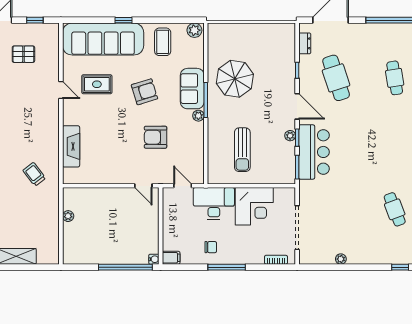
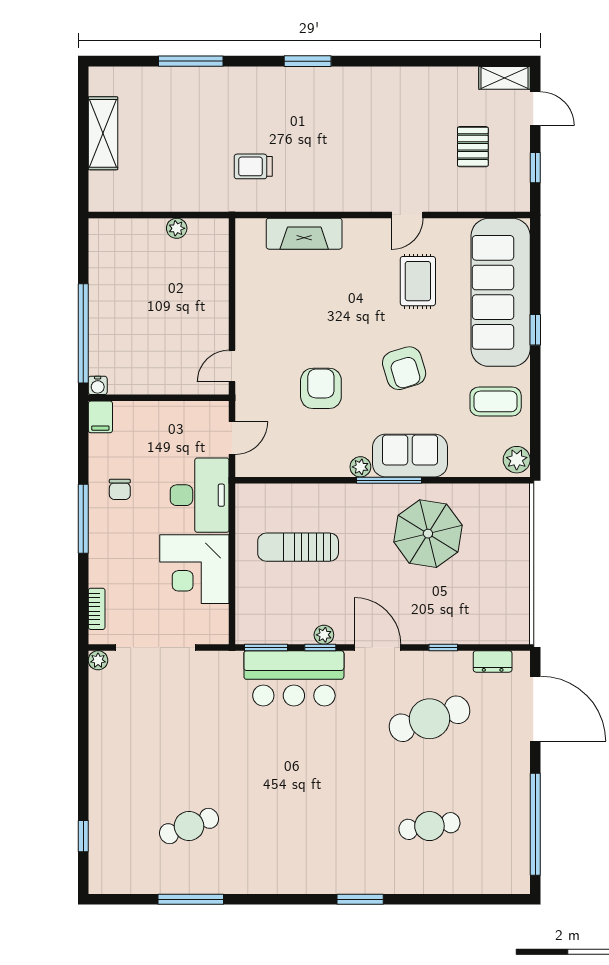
door: (297, 106) -> (377, 648), swing flipped
trolley: (34, 174) -> (253, 166), turned -142
plant: (341, 259) -> (98, 660), moved

